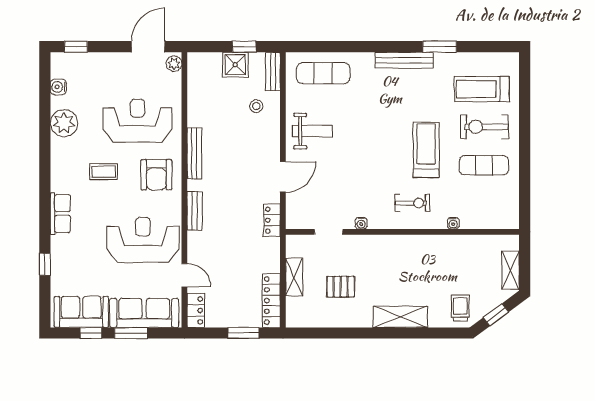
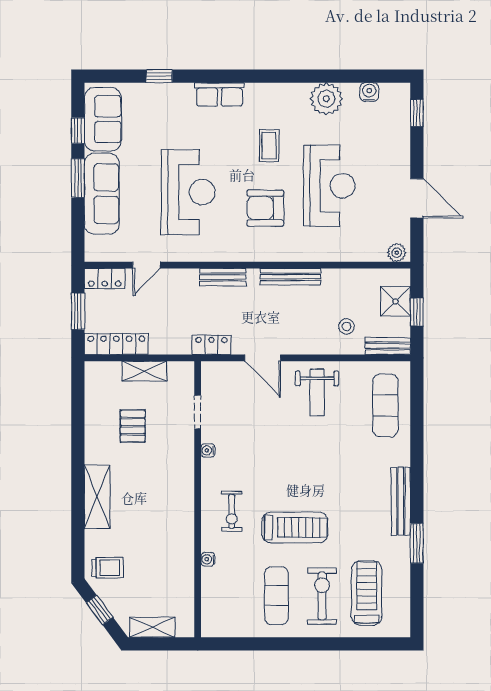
plant: (174, 64) -> (397, 253), moved
bench: (194, 153) -> (291, 277), moved
wall: (184, 190) -> (247, 265), moved
bench: (195, 211) -> (223, 277), moved
door: (184, 275) -> (146, 265), moved
locker: (196, 310) -> (105, 279), moved

